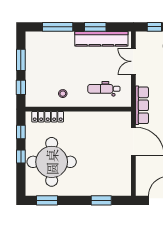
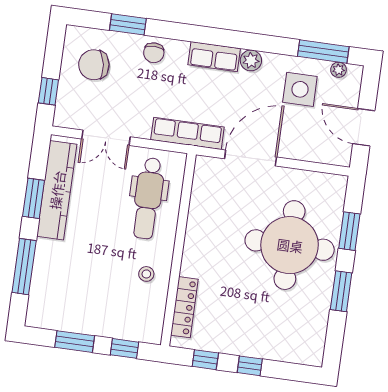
dental chair: (104, 89) -> (148, 198), width x1.36, depth x1.38
round table: (52, 162) -> (290, 245), moved
window: (47, 200) -> (341, 291), moved

